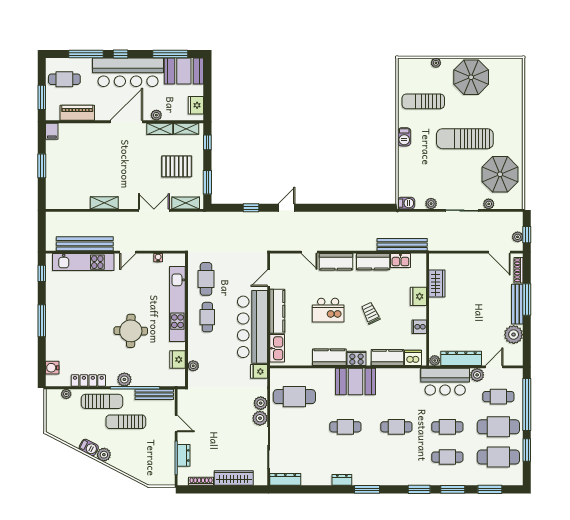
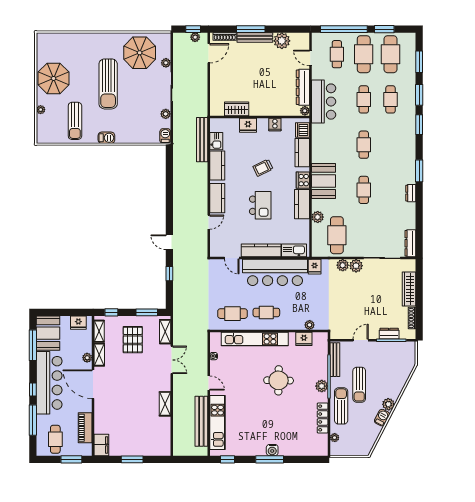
filing cabinet: (52, 131) -> (101, 445), width x2.00
double door: (154, 210) -> (172, 360), swing flipped
water cooler: (52, 368) -> (272, 450), moved
plant: (477, 375) -> (318, 217), moved

